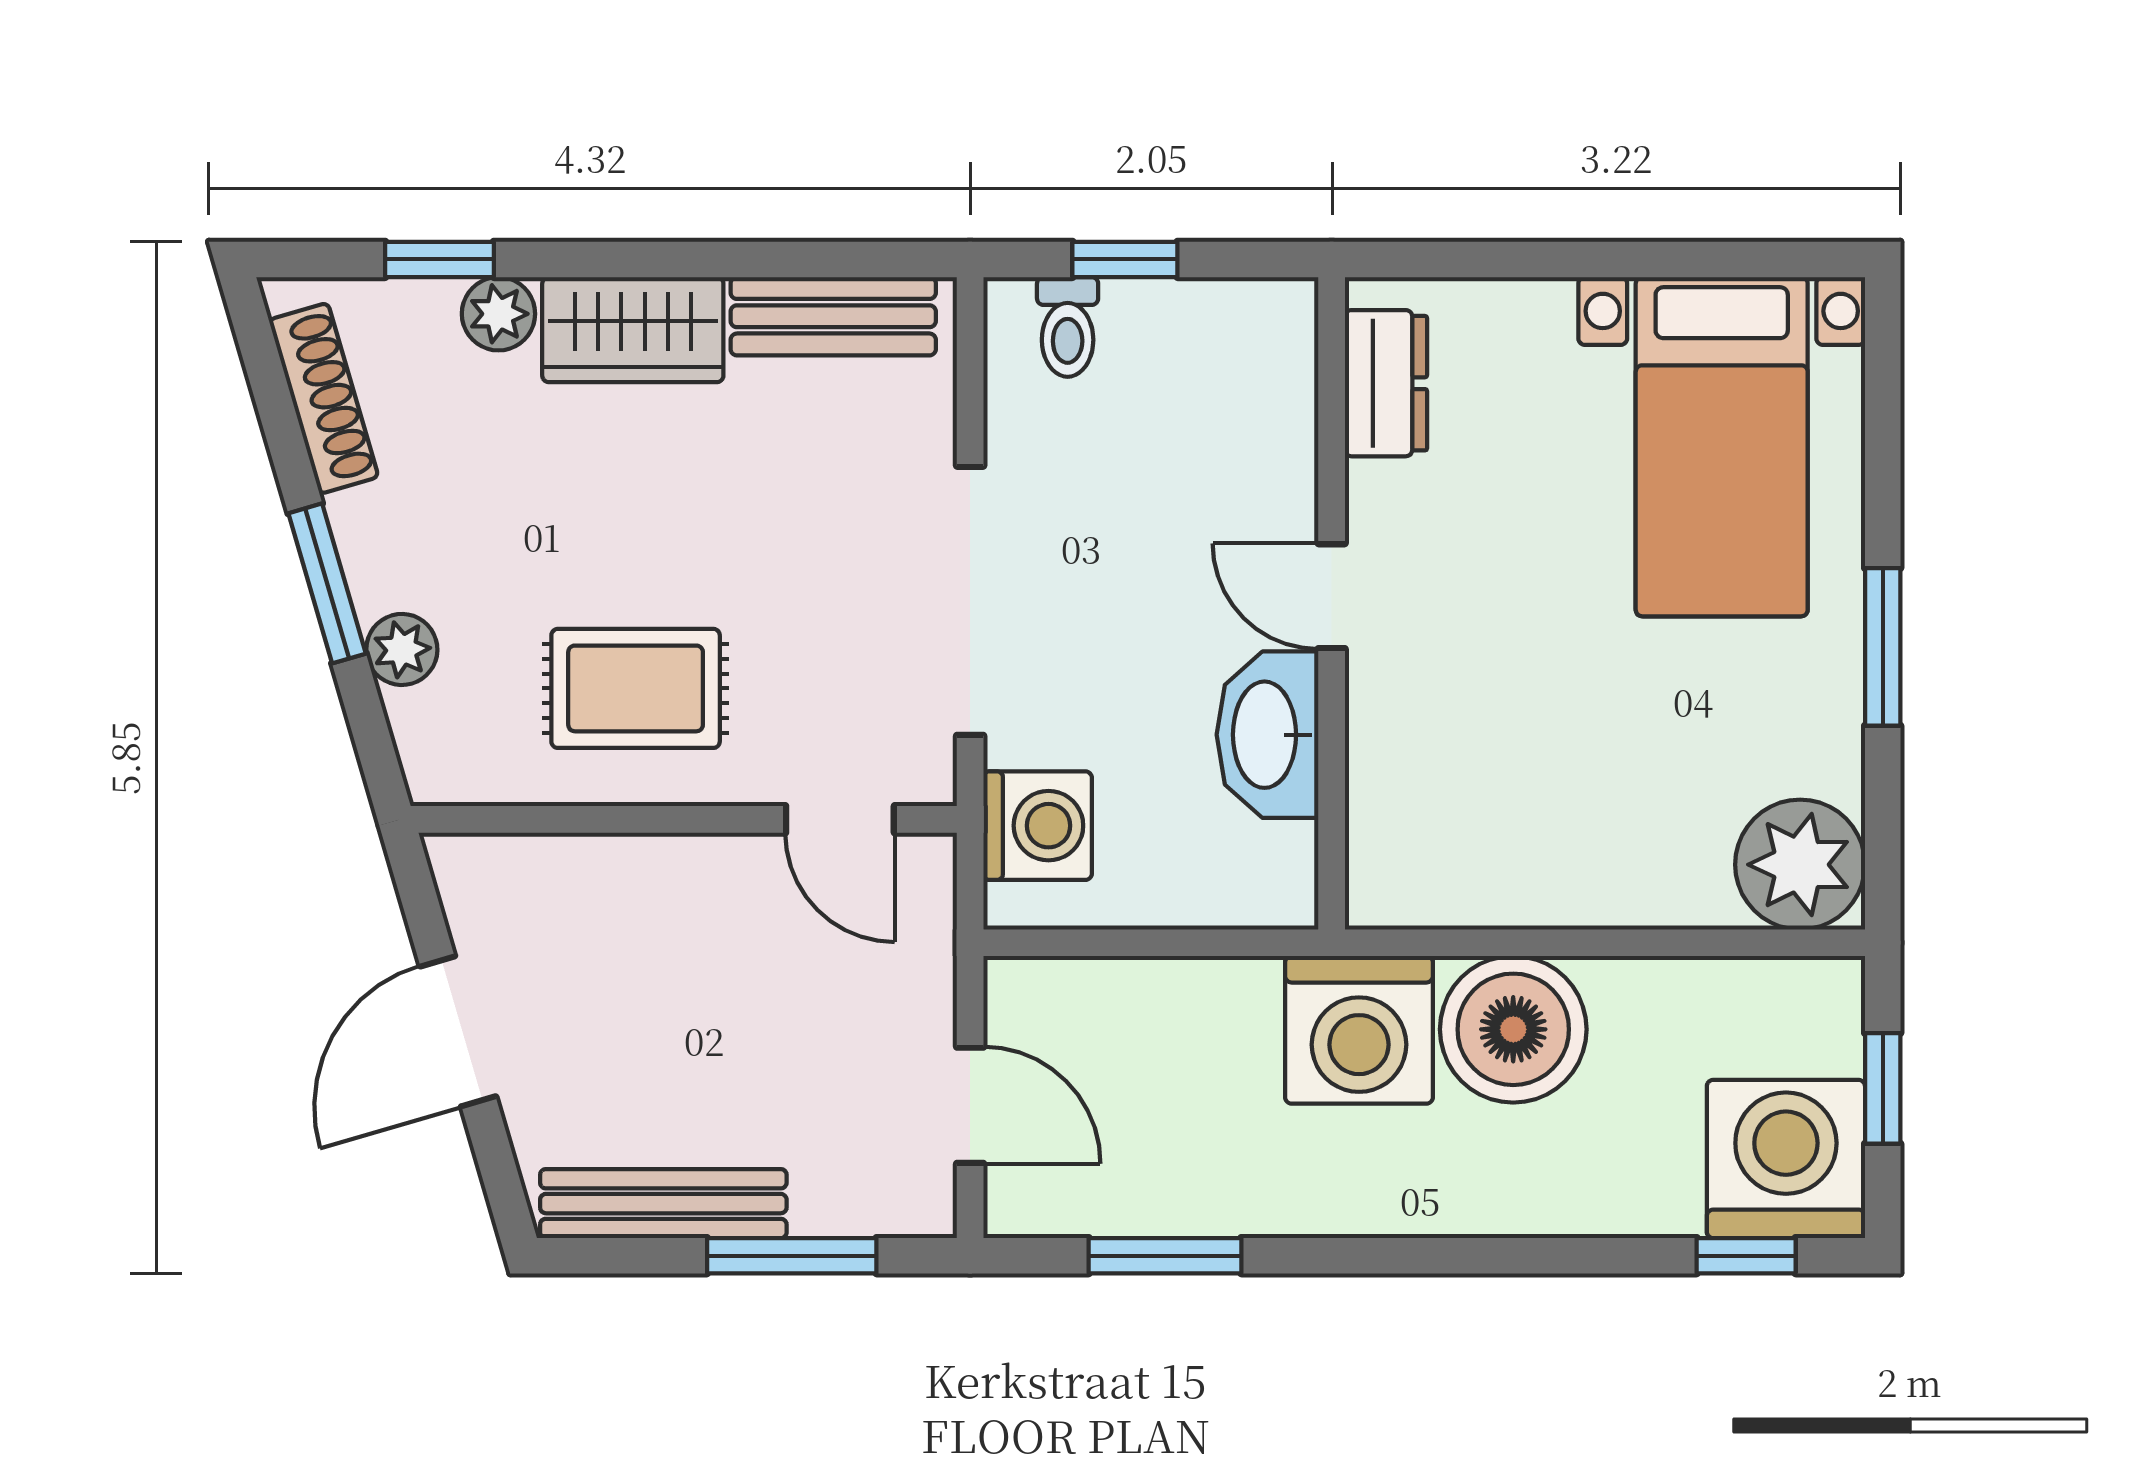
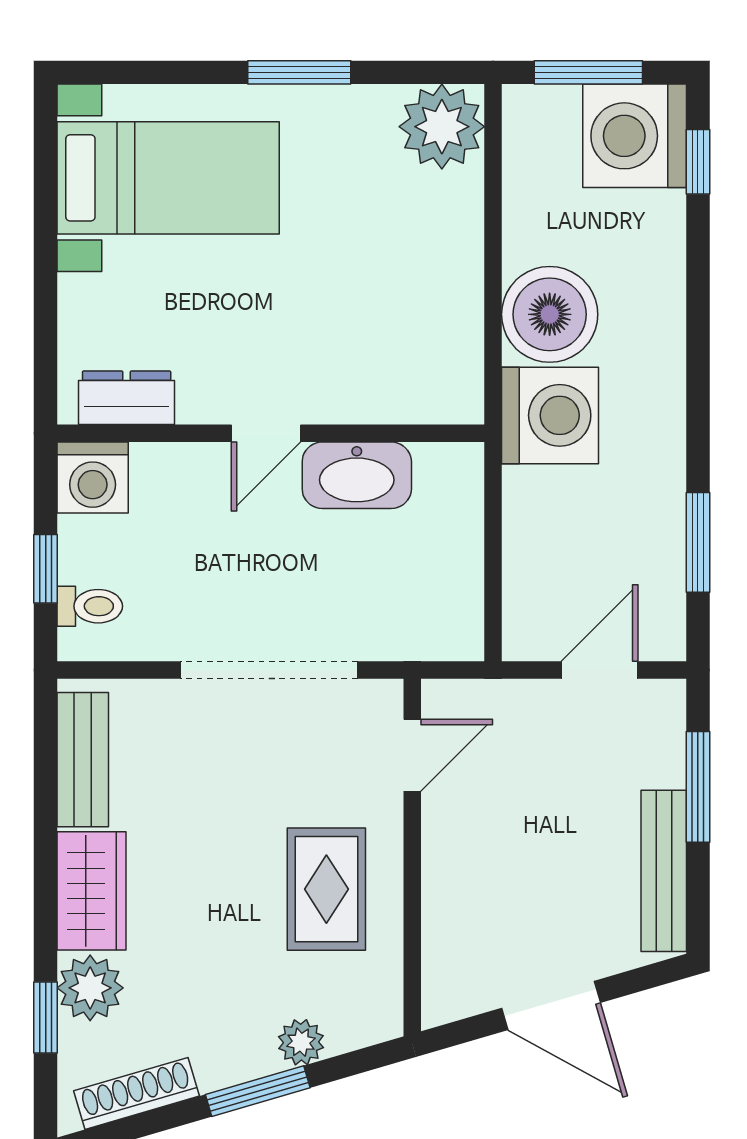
plant: (498, 314) -> (90, 988), width x1.38, depth x1.38
washing machine: (1038, 826) -> (93, 478), moved, turned 180
window: (1883, 1088) -> (588, 72), width x1.50

